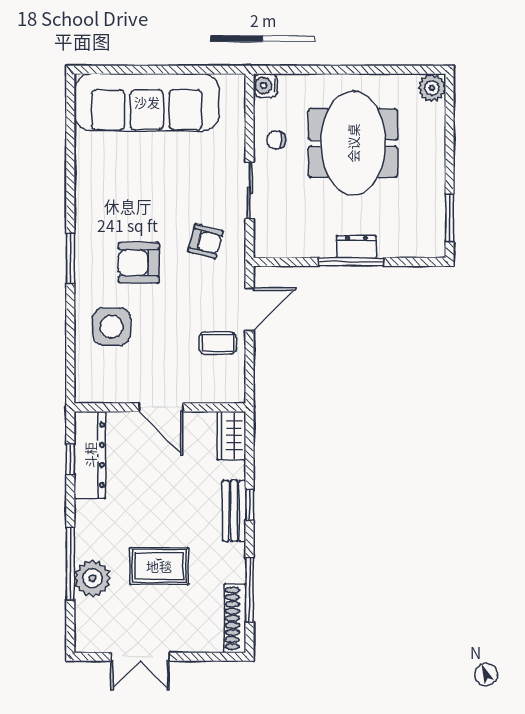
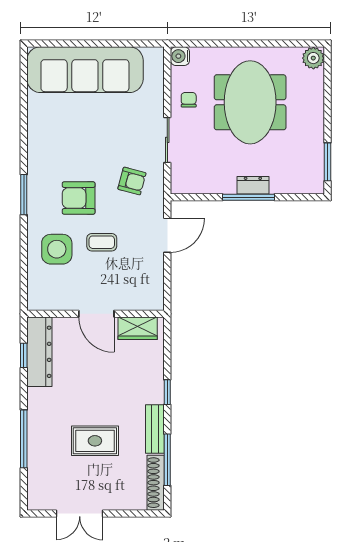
chair: (276, 140) -> (189, 100), turned 90
coffee table: (218, 343) -> (102, 242), moved
wardrobe: (232, 436) -> (138, 328), moved, turned -90
bench: (234, 511) -> (155, 429), moved
plant: (92, 578) -> (42, 451), removed

